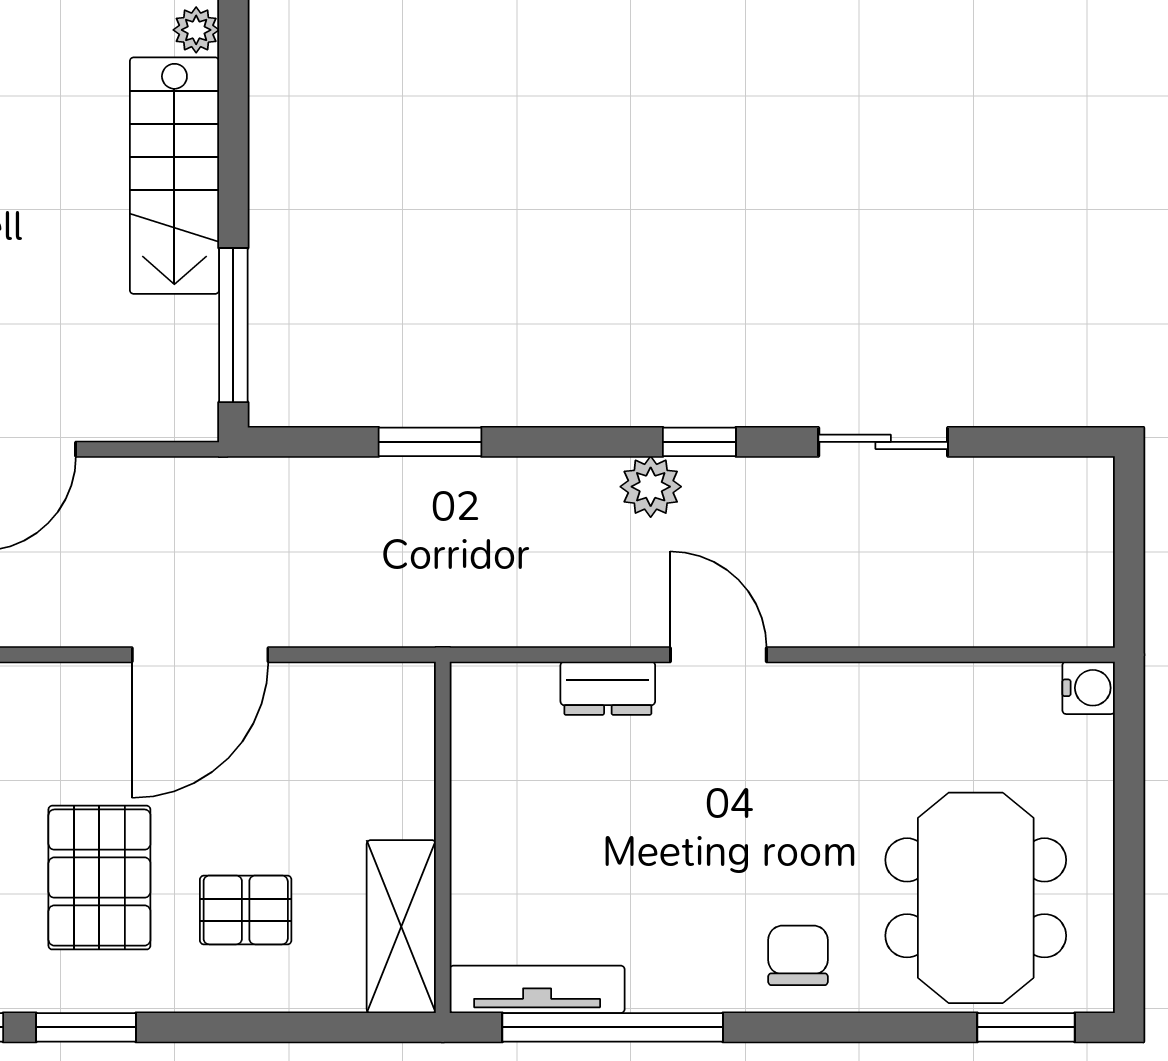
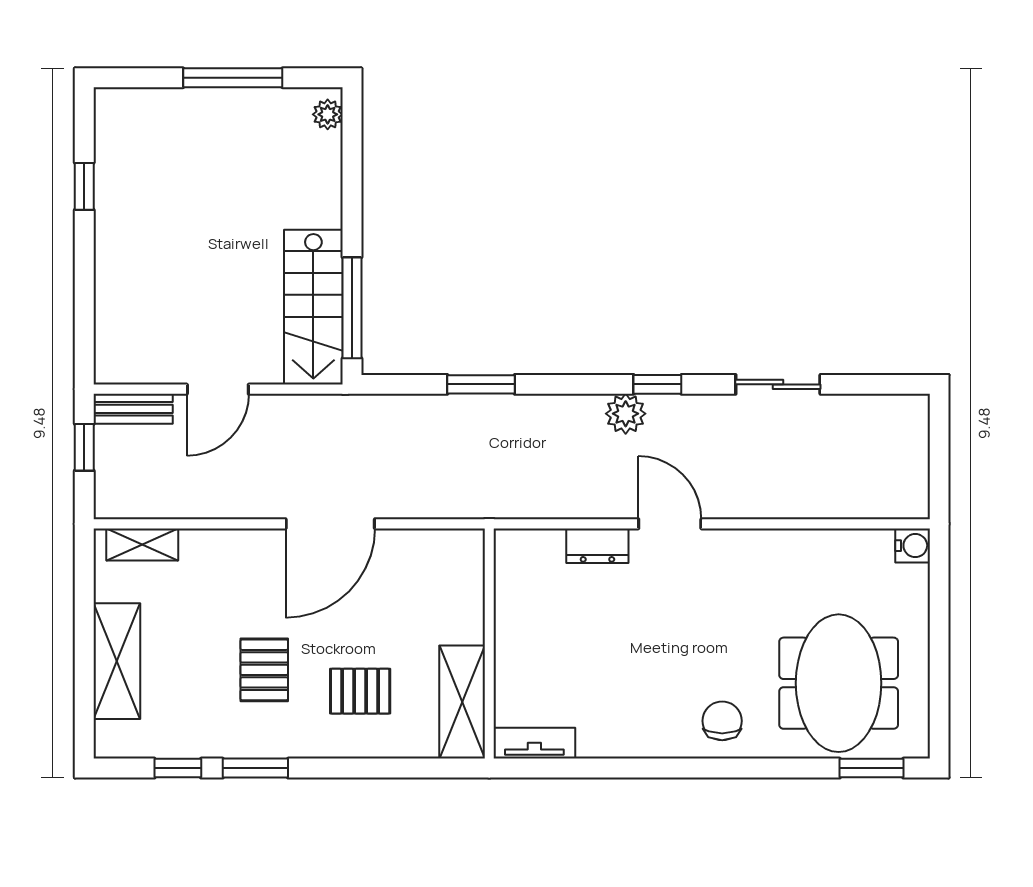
stairs: (174, 176) -> (313, 307), moved
pallet: (99, 878) -> (264, 670), width x0.67, depth x0.71
tv unit: (537, 989) -> (534, 743), width x0.71
window: (613, 1027) -> (601, 768), removed

